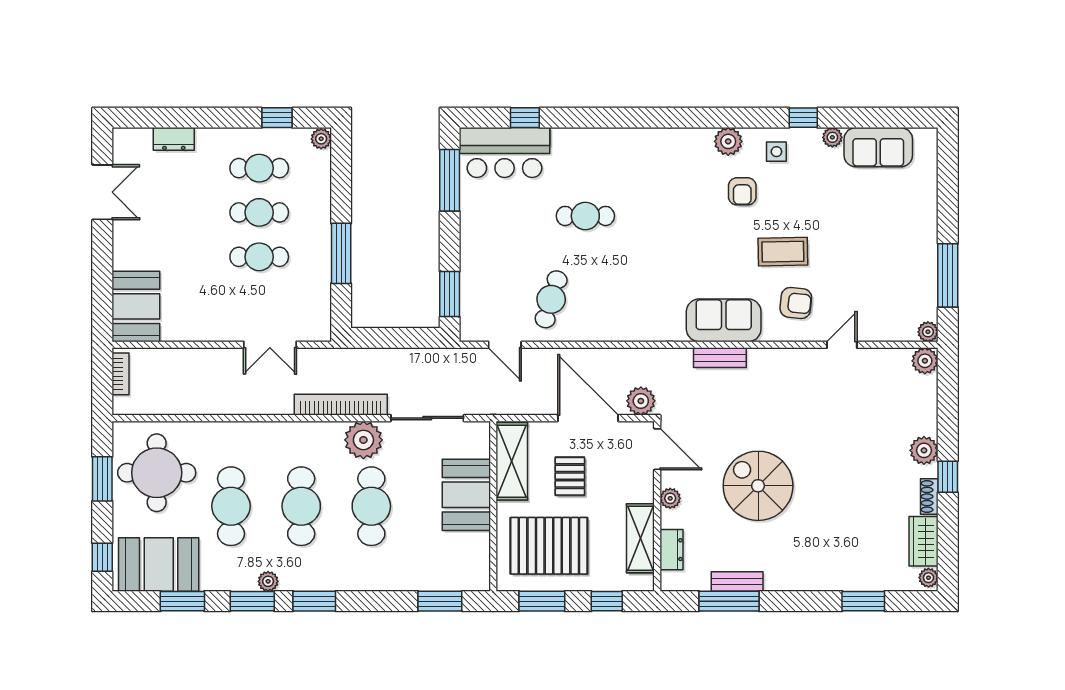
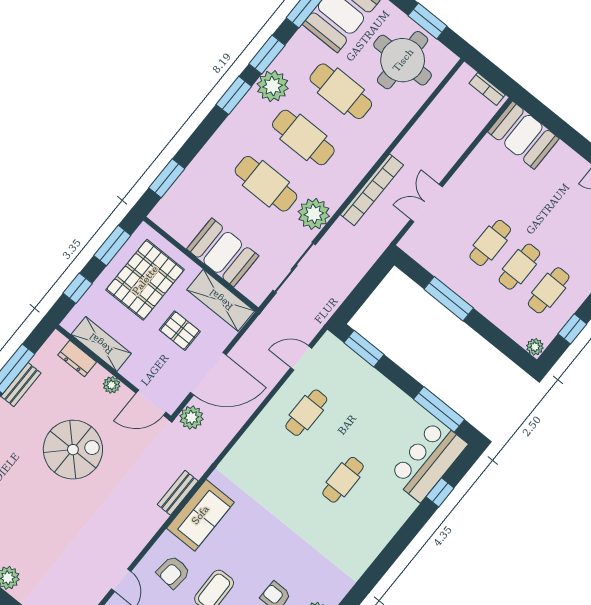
cafe table: (551, 299) -> (306, 413), turned 73
bookcase: (341, 405) -> (372, 190), moved
plant: (268, 581) -> (273, 86), width x1.87, depth x1.87

